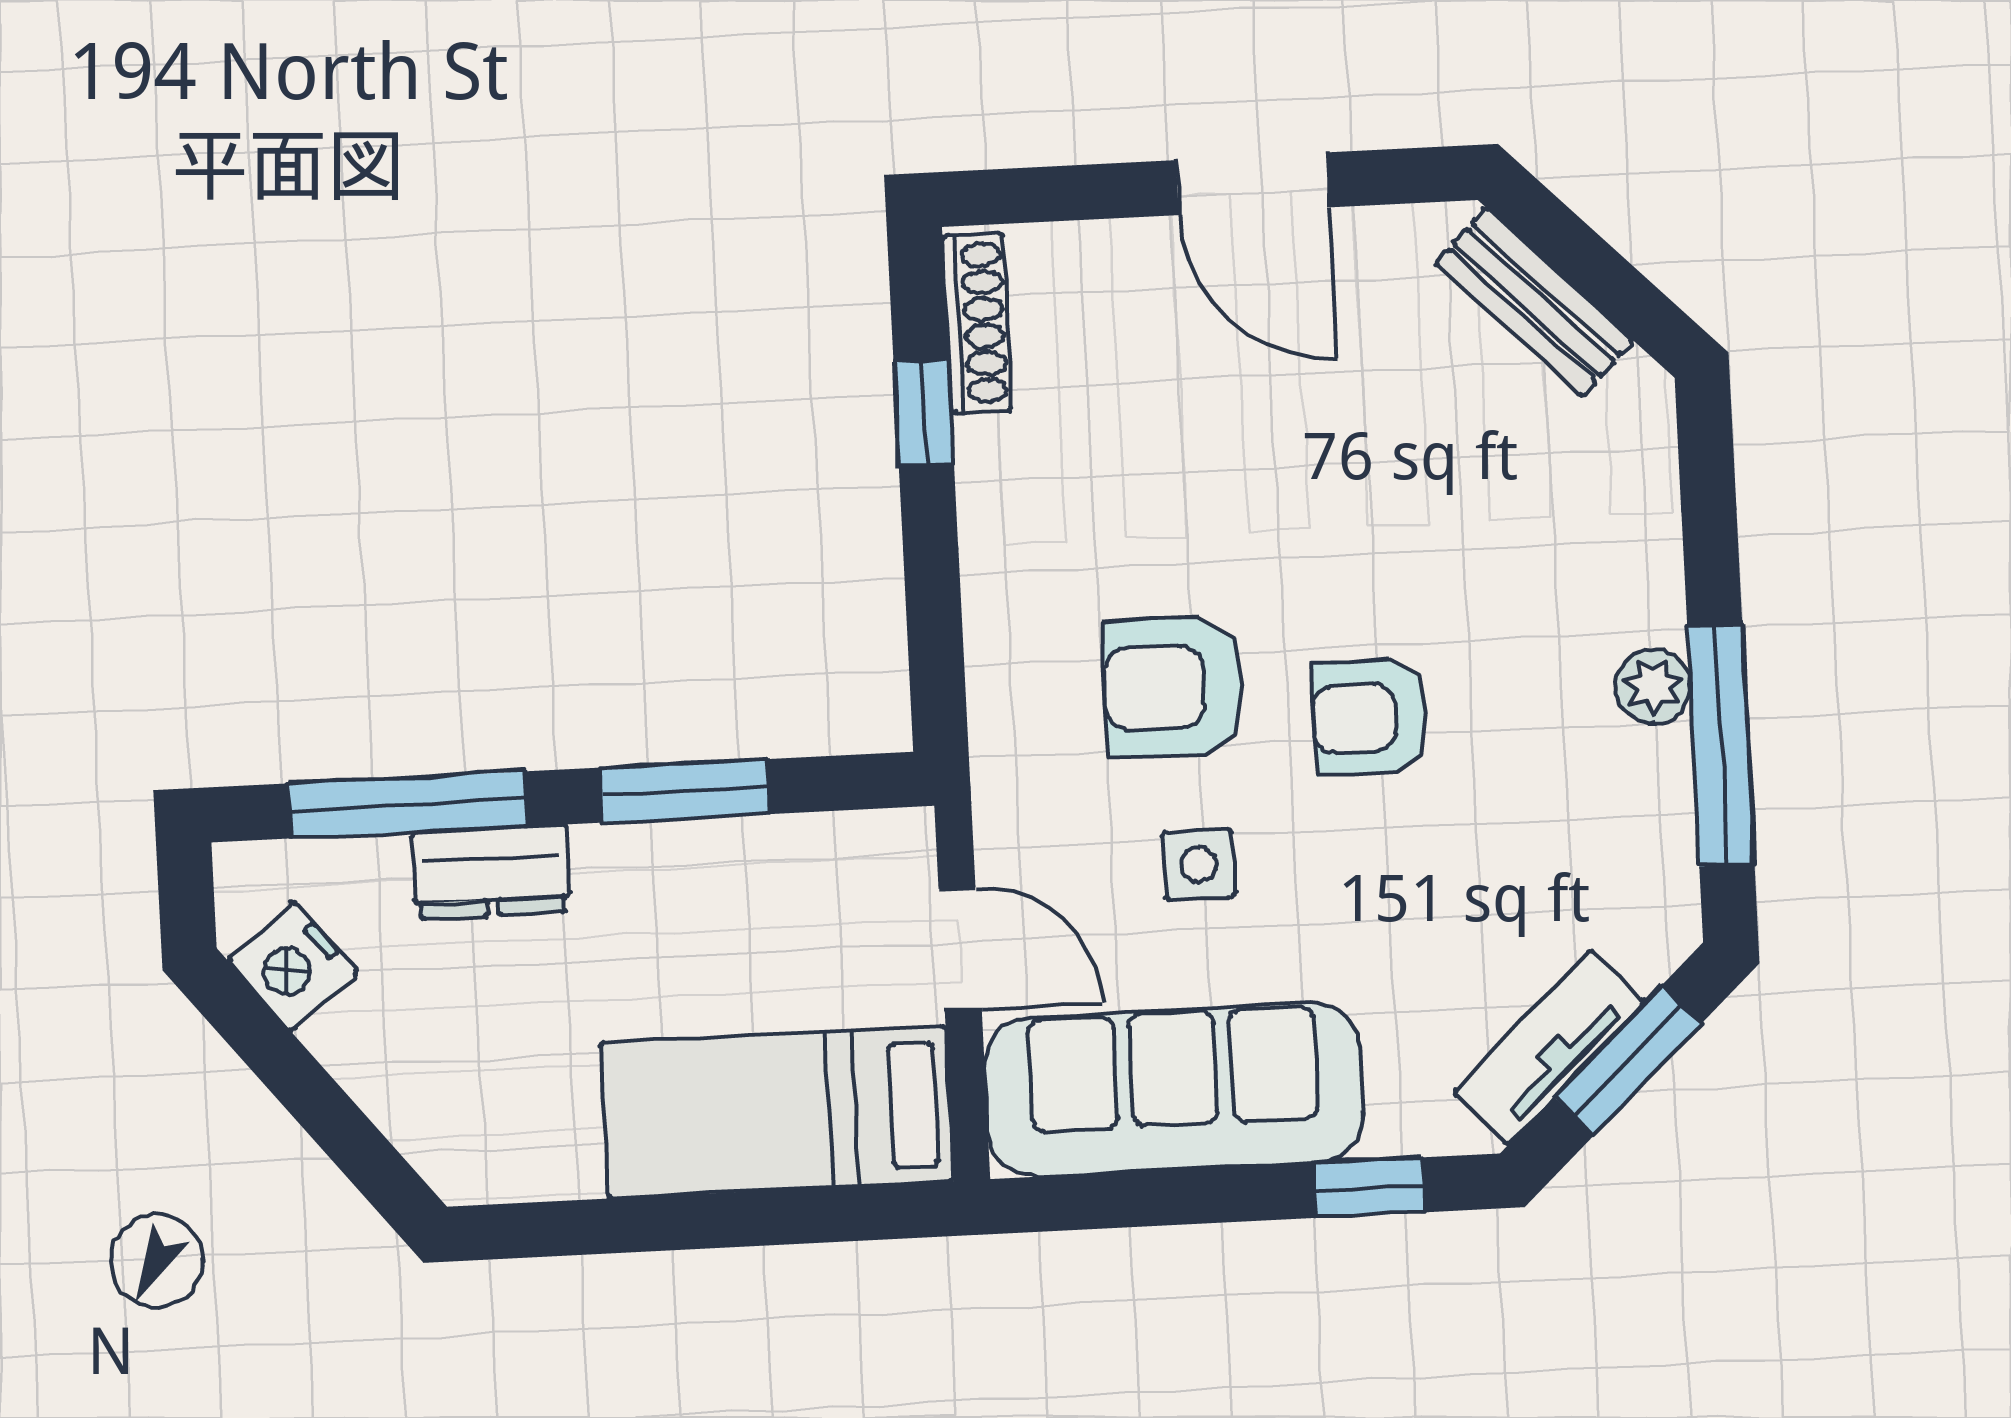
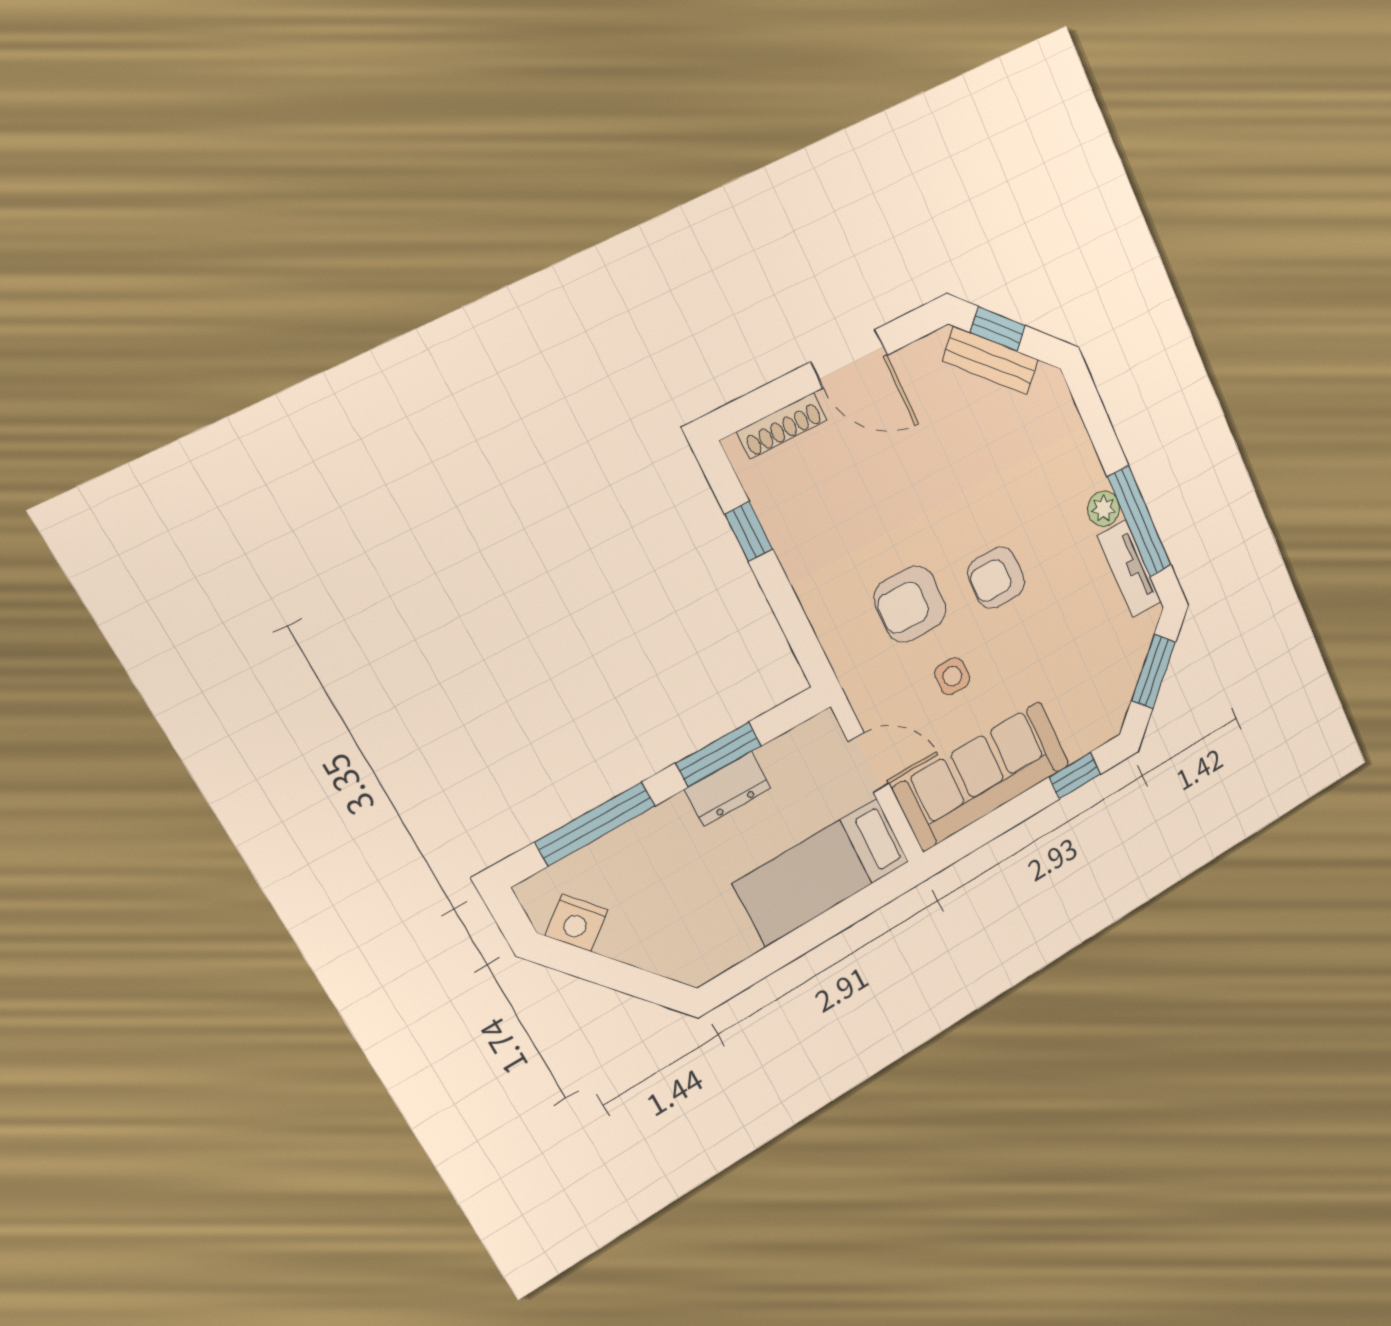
window: (1574, 250) -> (998, 329), added
shoe rack: (977, 323) -> (782, 426), moved, turned 90
dresser: (491, 872) -> (728, 789), moved
tv unit: (1549, 1047) -> (1129, 569), moved, turned -47

